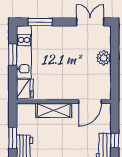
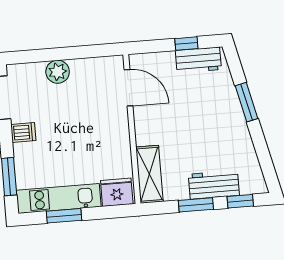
dishwasher: (67, 33) -> (23, 132), added
shelving: (54, 110) -> (149, 174), moved

